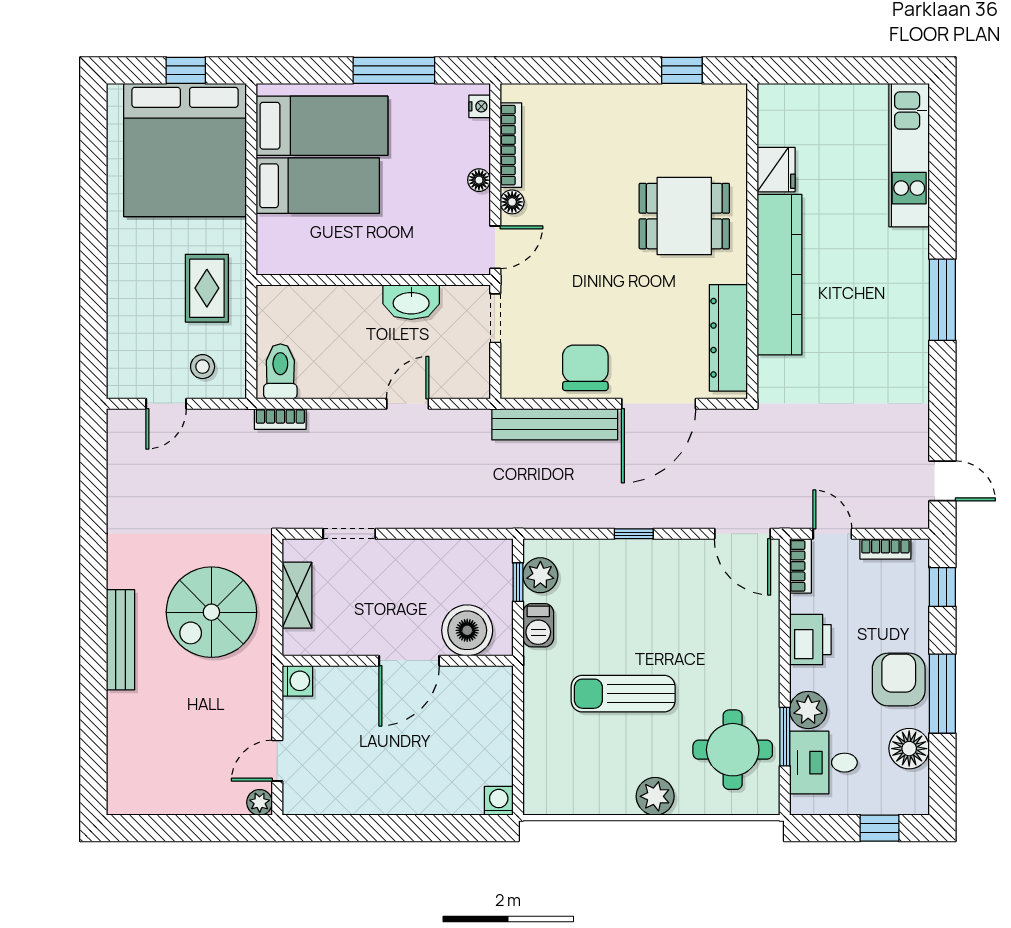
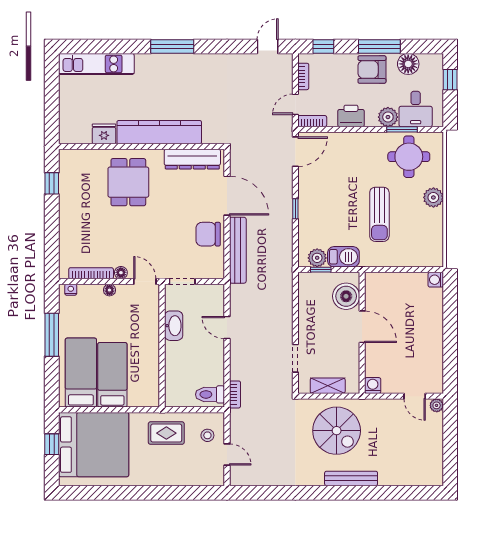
barbecue: (538, 625) -> (343, 257), width x1.38, depth x1.27

